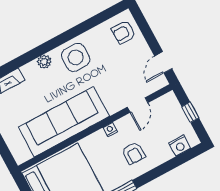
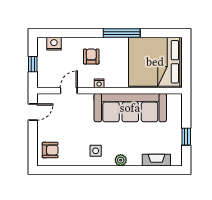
side table: (76, 57) -> (96, 151), width x0.54, depth x0.54

